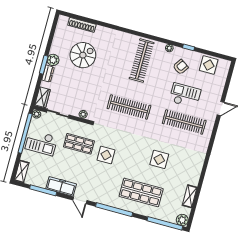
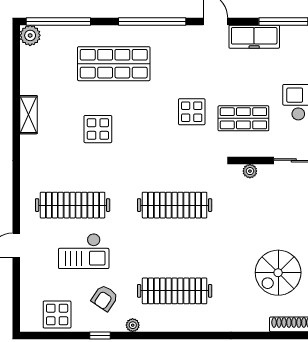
clothes rail: (142, 61) -> (175, 291), turned 90
shelving: (190, 196) -> (28, 115), moved

